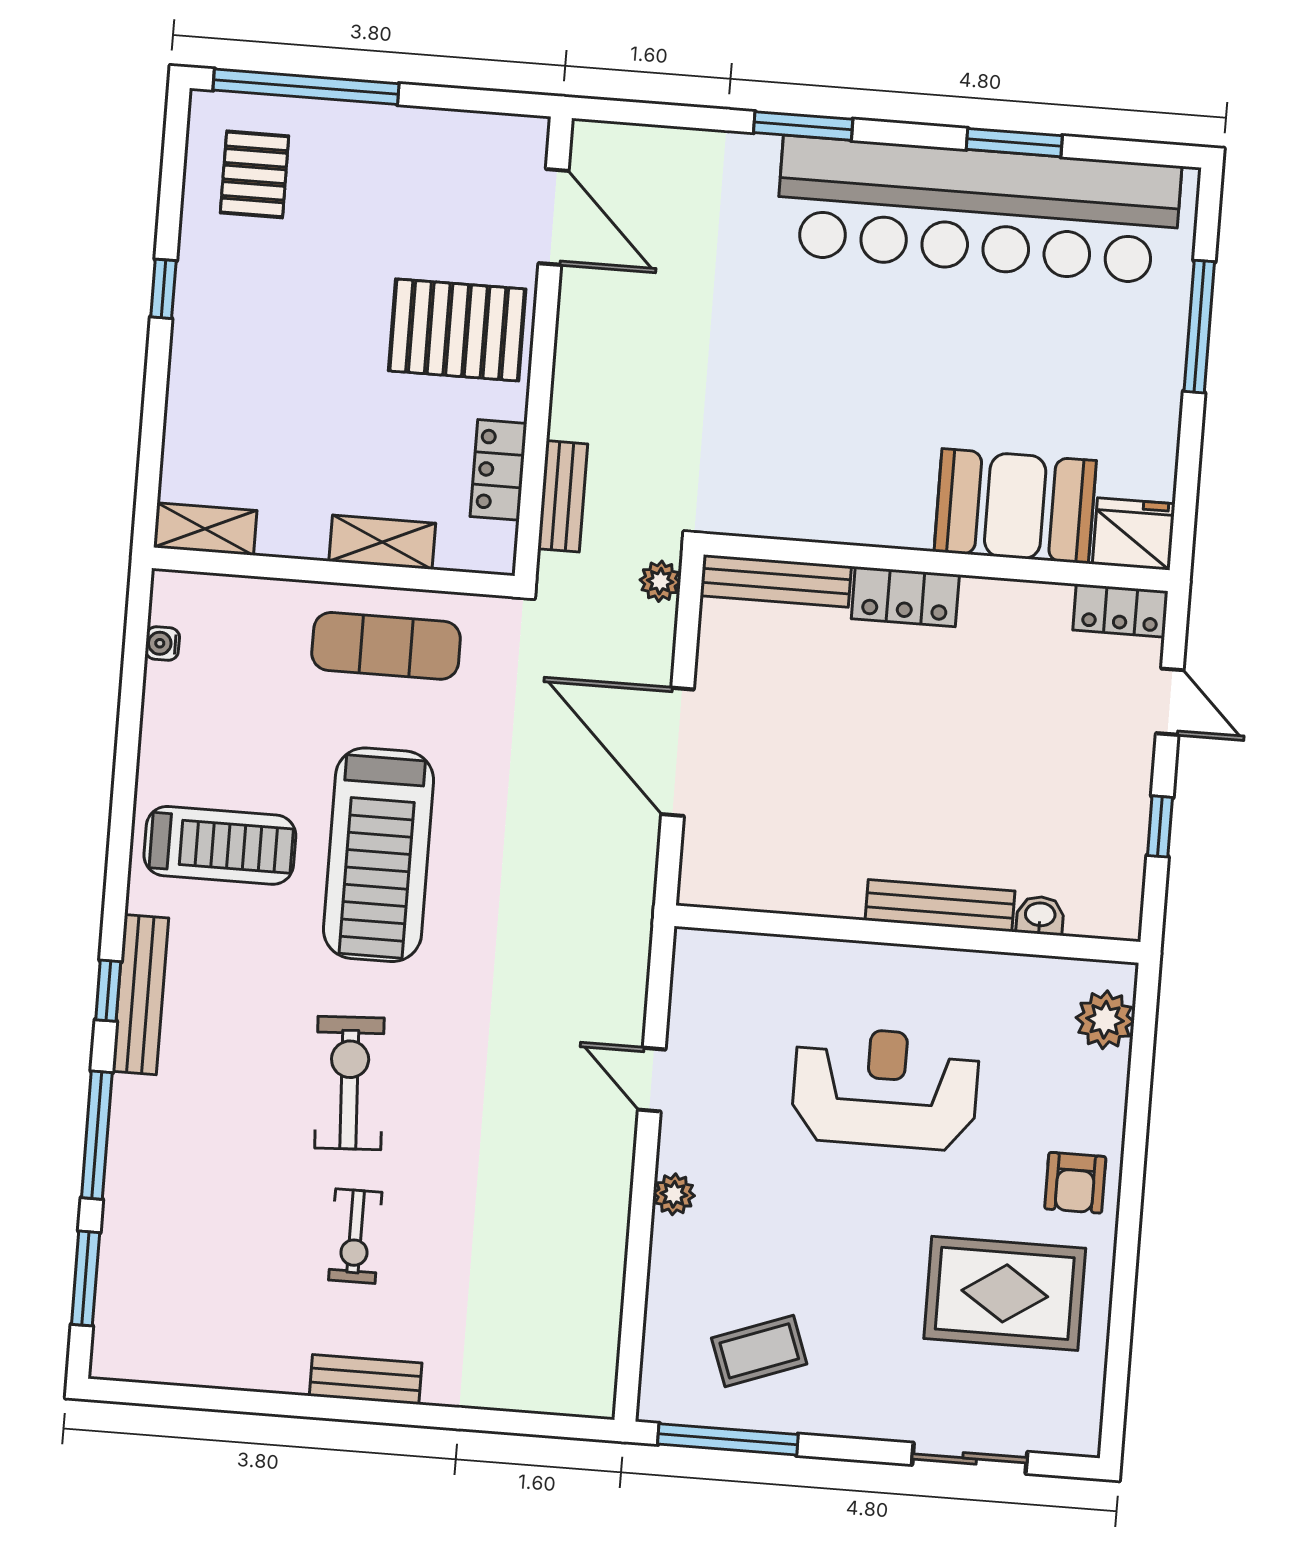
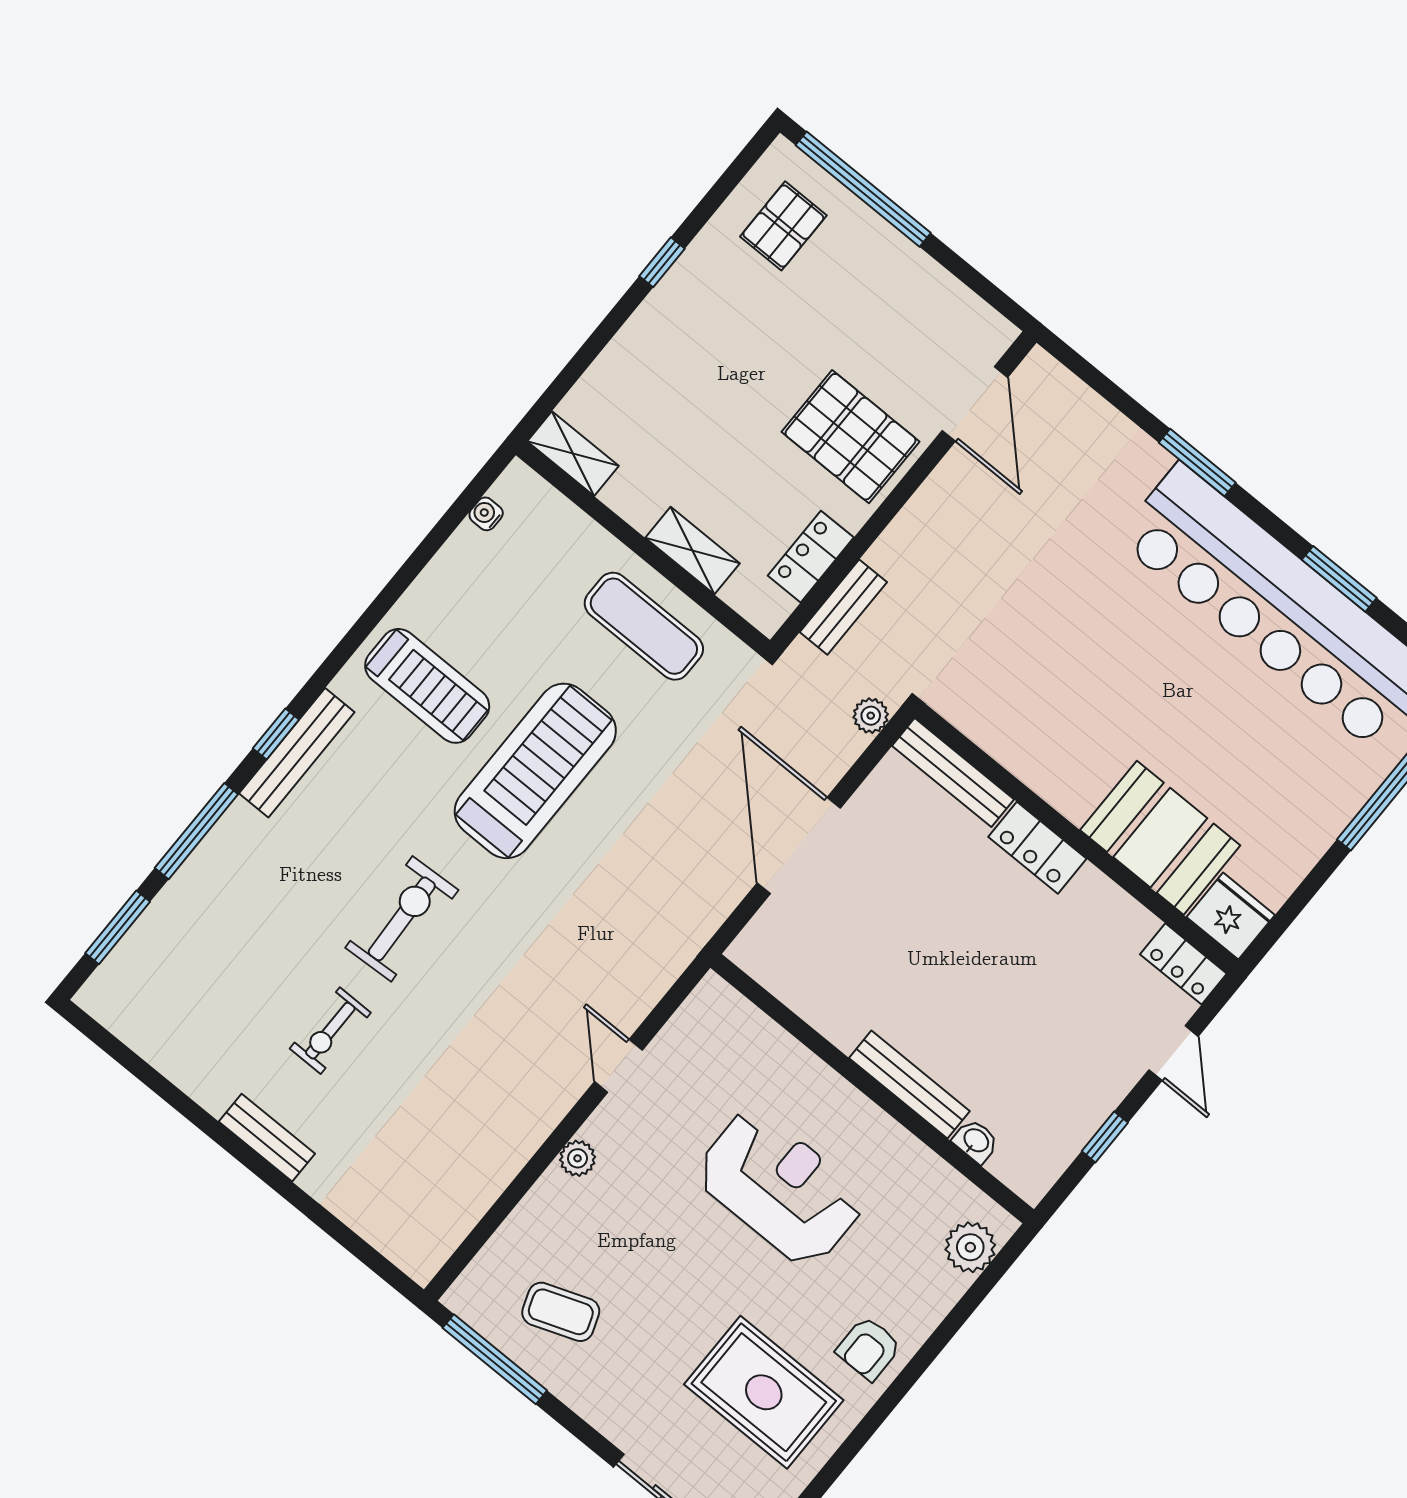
treadmill: (379, 855) -> (535, 771), turned 180

